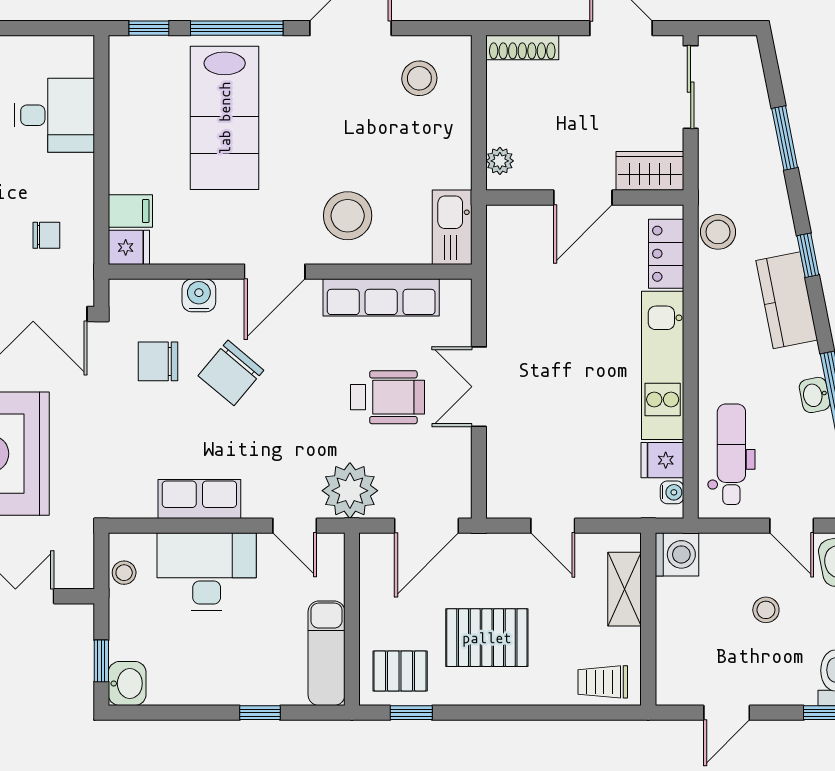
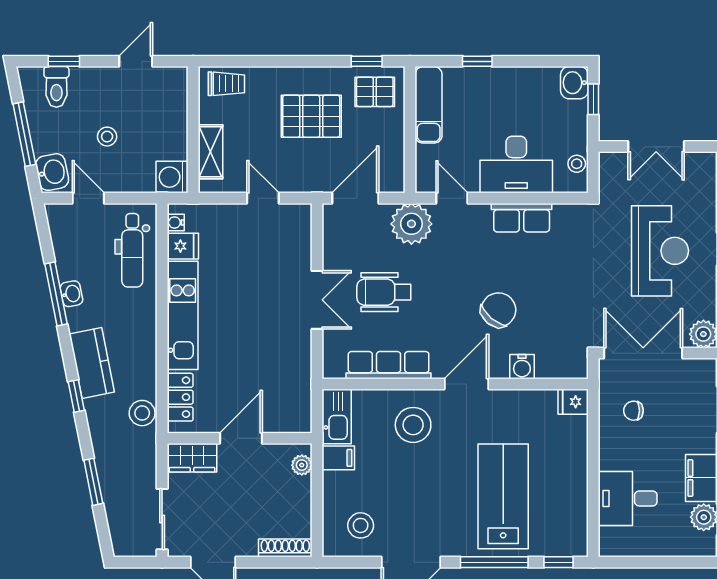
filing cabinet: (130, 211) -> (338, 458), moved, turned 180
chair: (158, 361) -> (552, 318), removed

